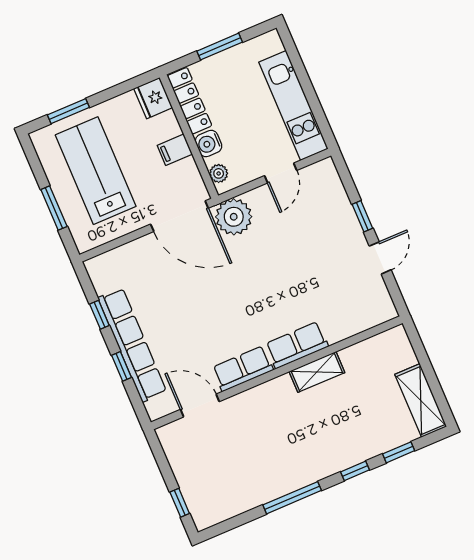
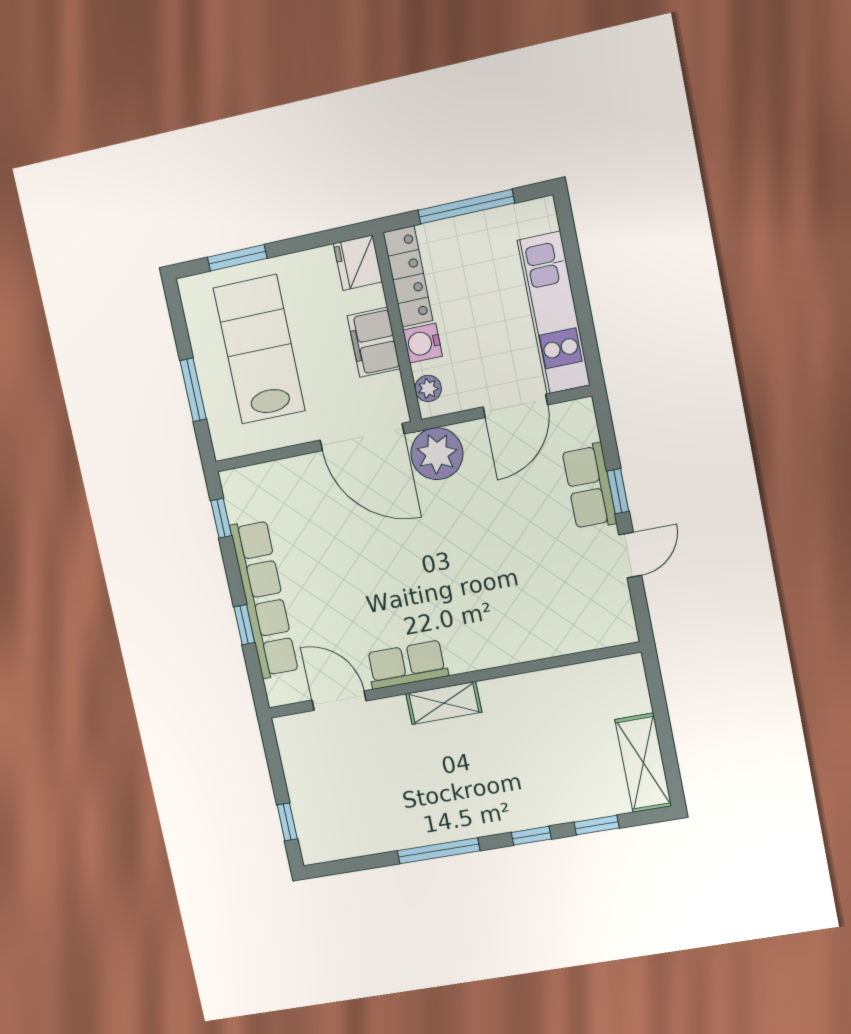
window: (220, 47) -> (466, 207), width x1.44
filing cabinet: (175, 150) -> (374, 342), width x2.00
door: (281, 173) -> (515, 406), width x1.37
window: (99, 315) -> (221, 518), moved
row of seats: (297, 345) -> (589, 487), moved, turned -90
shelving: (317, 372) -> (444, 703), moved

